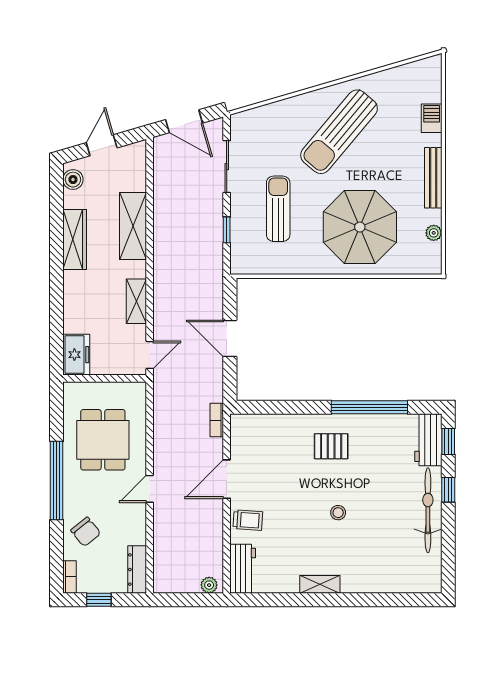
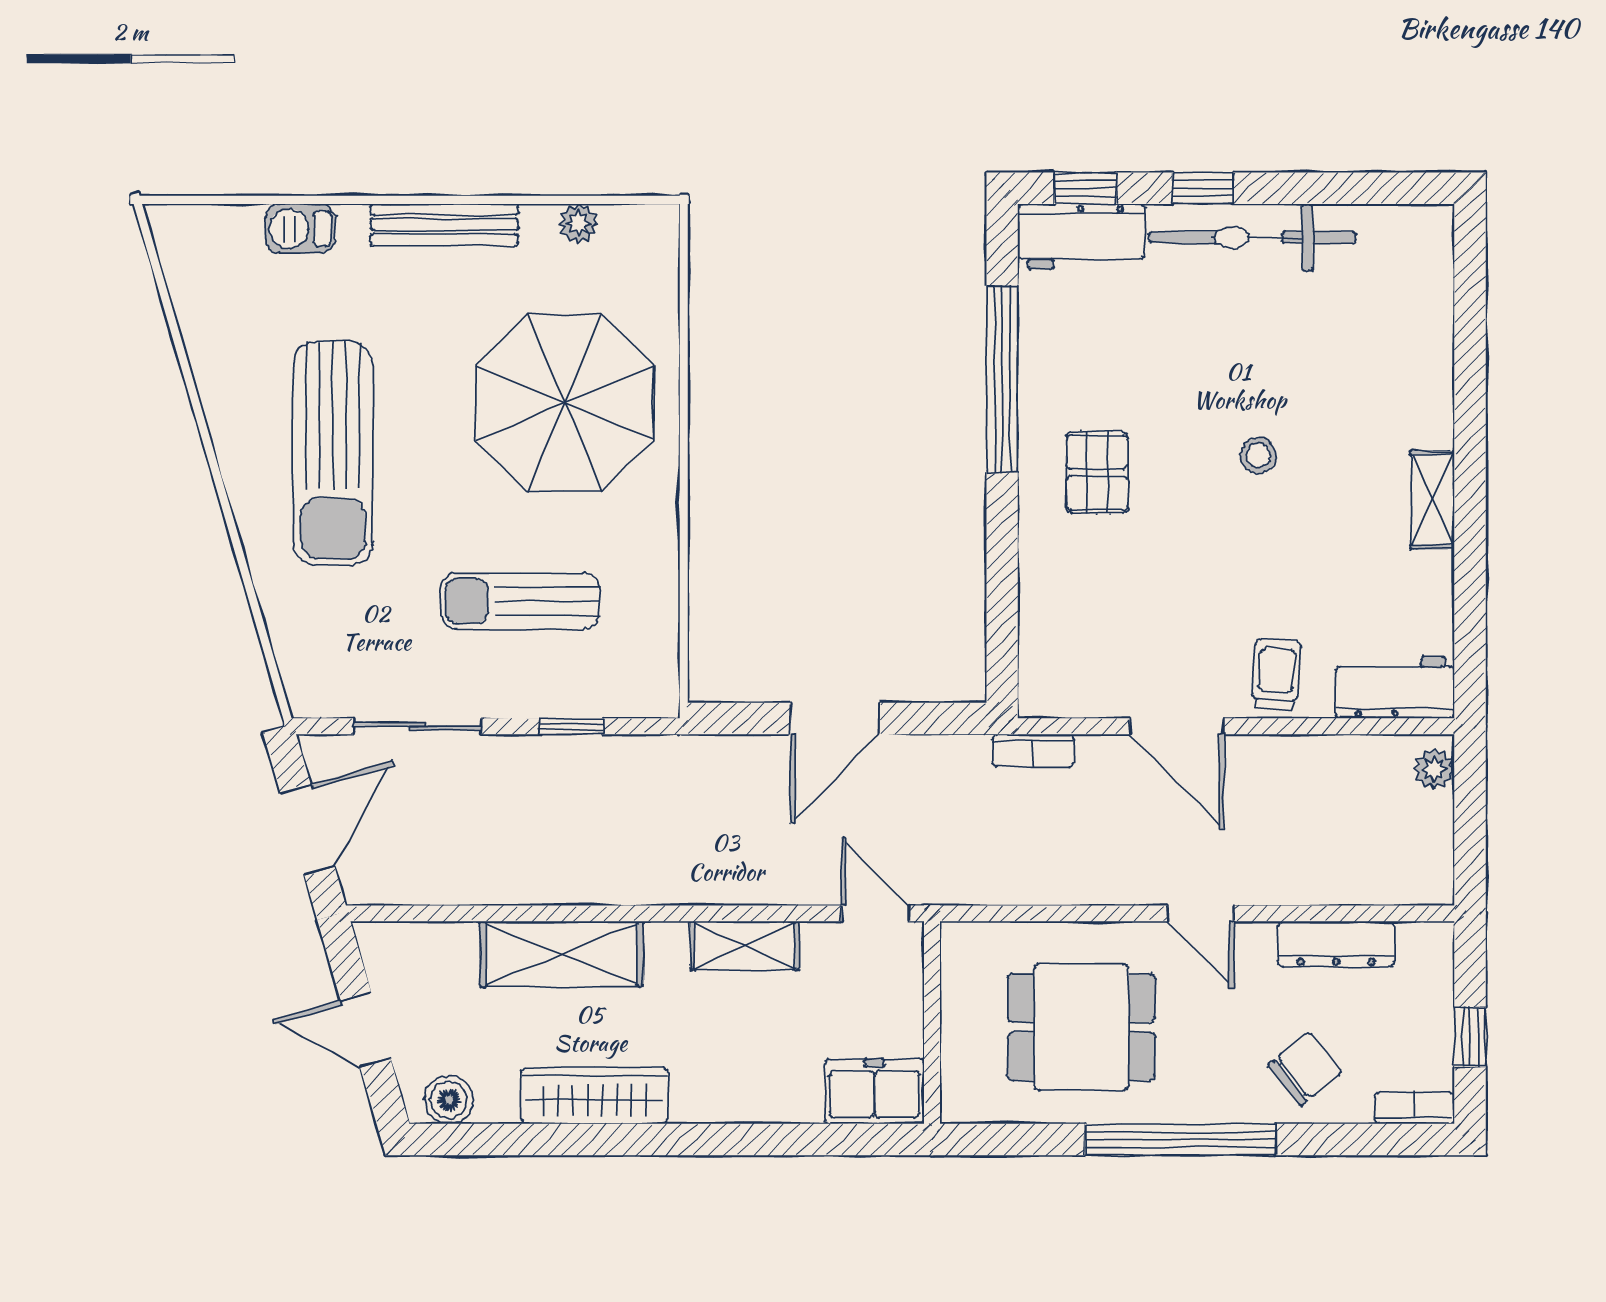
sun lounger: (339, 132) -> (333, 453), turned 50
dresser: (137, 570) -> (1336, 944), moved

